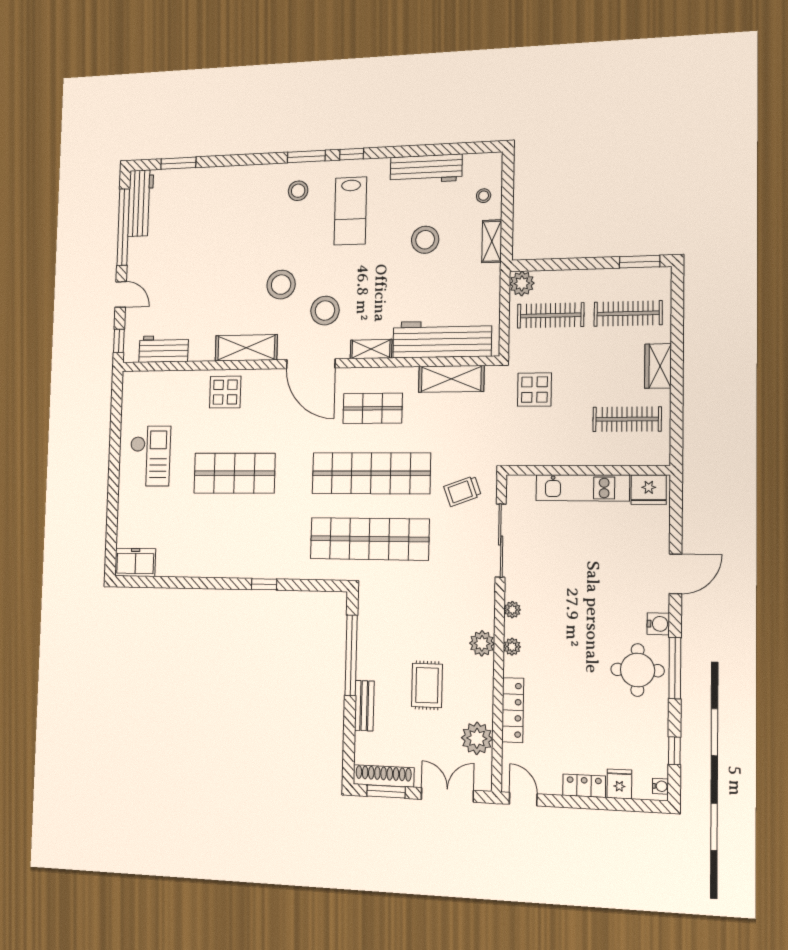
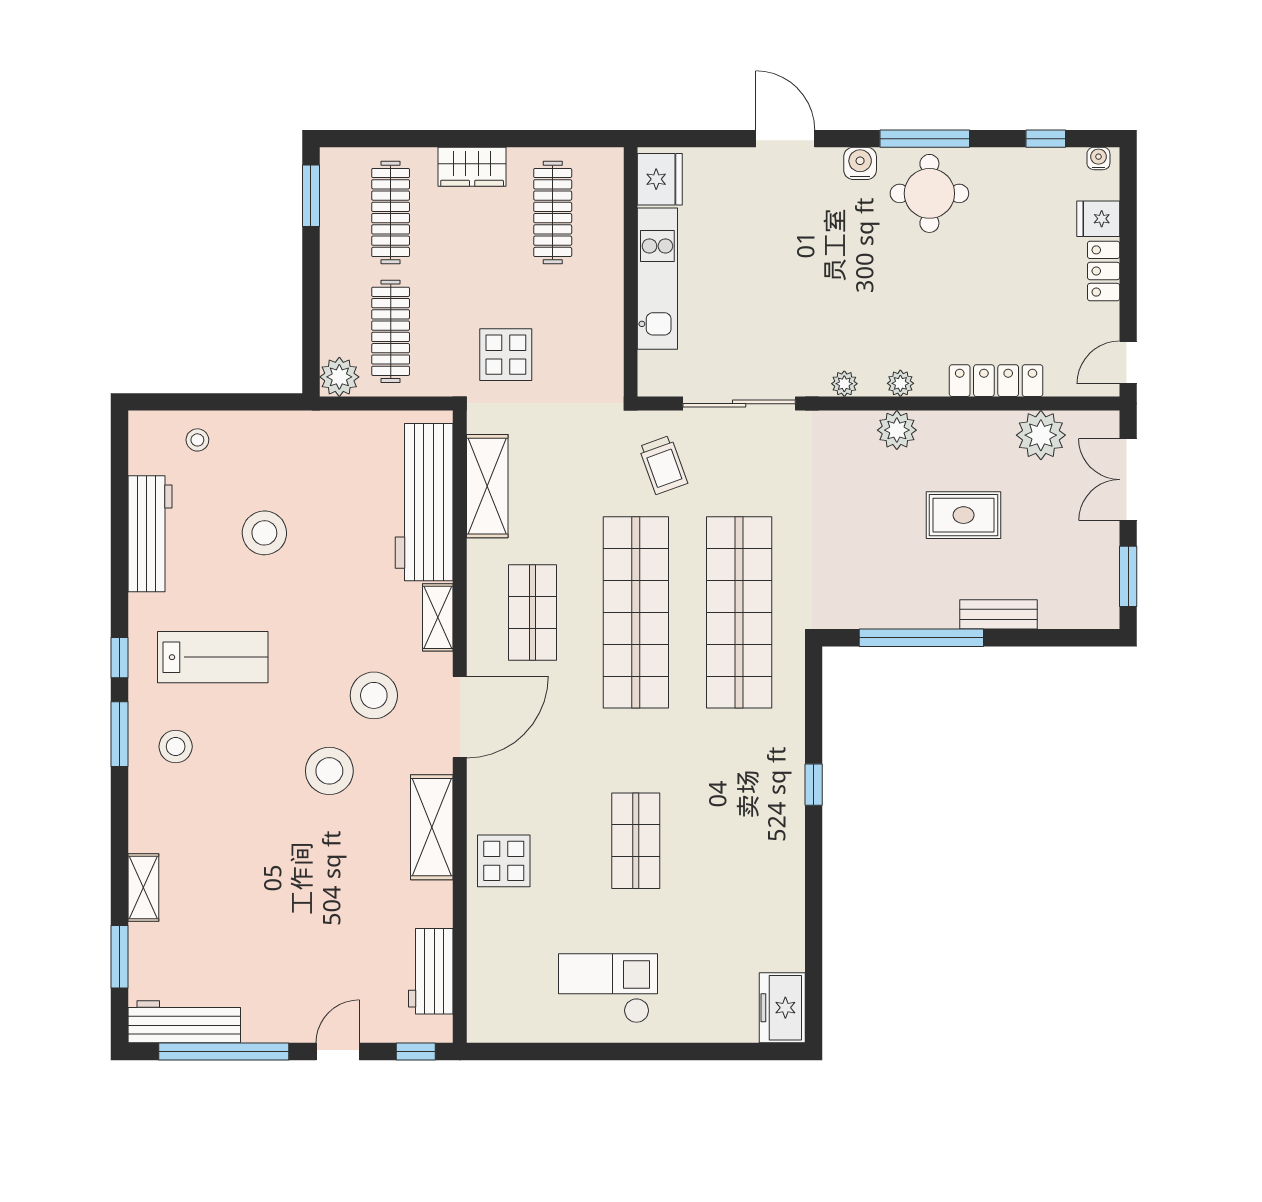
shelving: (492, 241) -> (143, 888), moved, turned 90
shop shelf: (234, 473) -> (636, 841), width x0.70, depth x0.74
shoe rack: (384, 776) -> (1105, 581), removed

